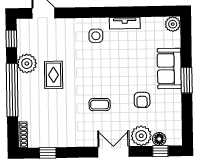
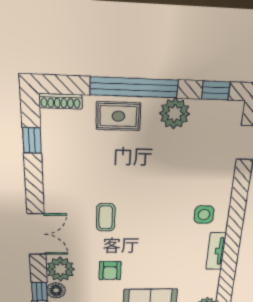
rug: (54, 75) -> (118, 116), moved
armchair: (142, 100) -> (110, 271), turned -90

